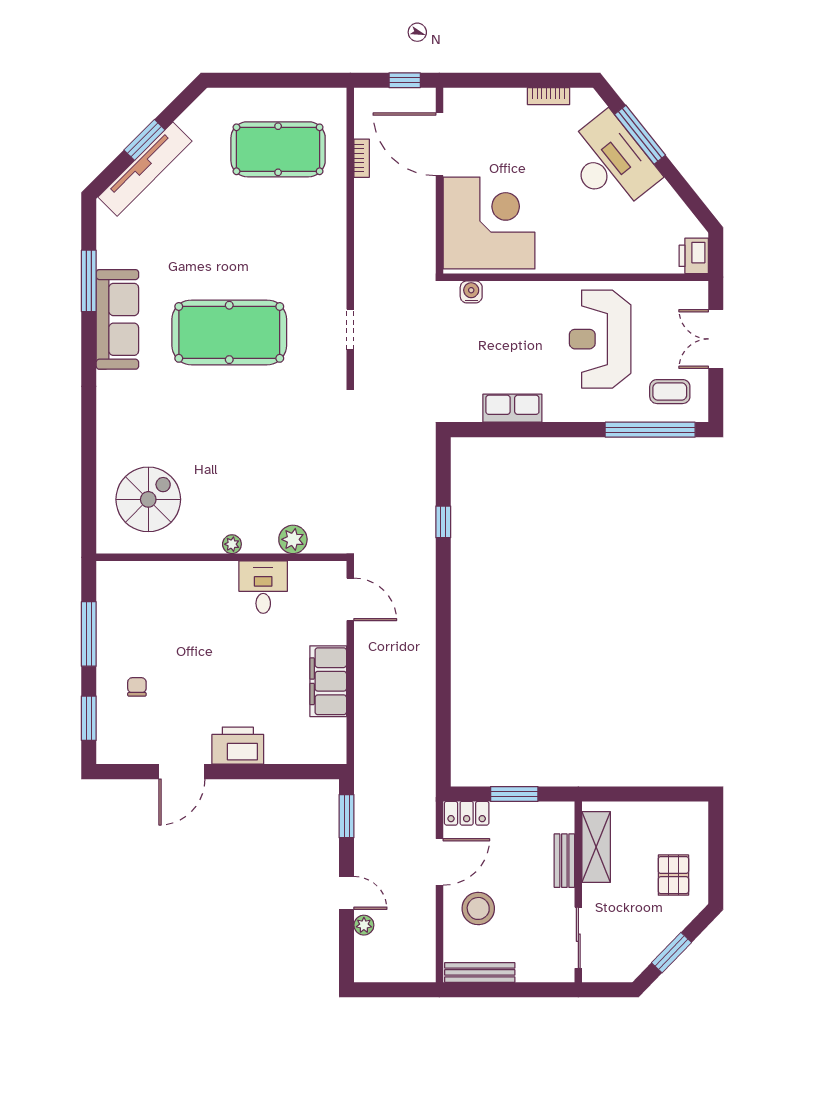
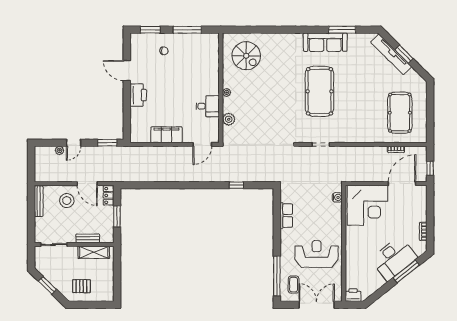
double door: (716, 339) -> (317, 305), width x1.37

